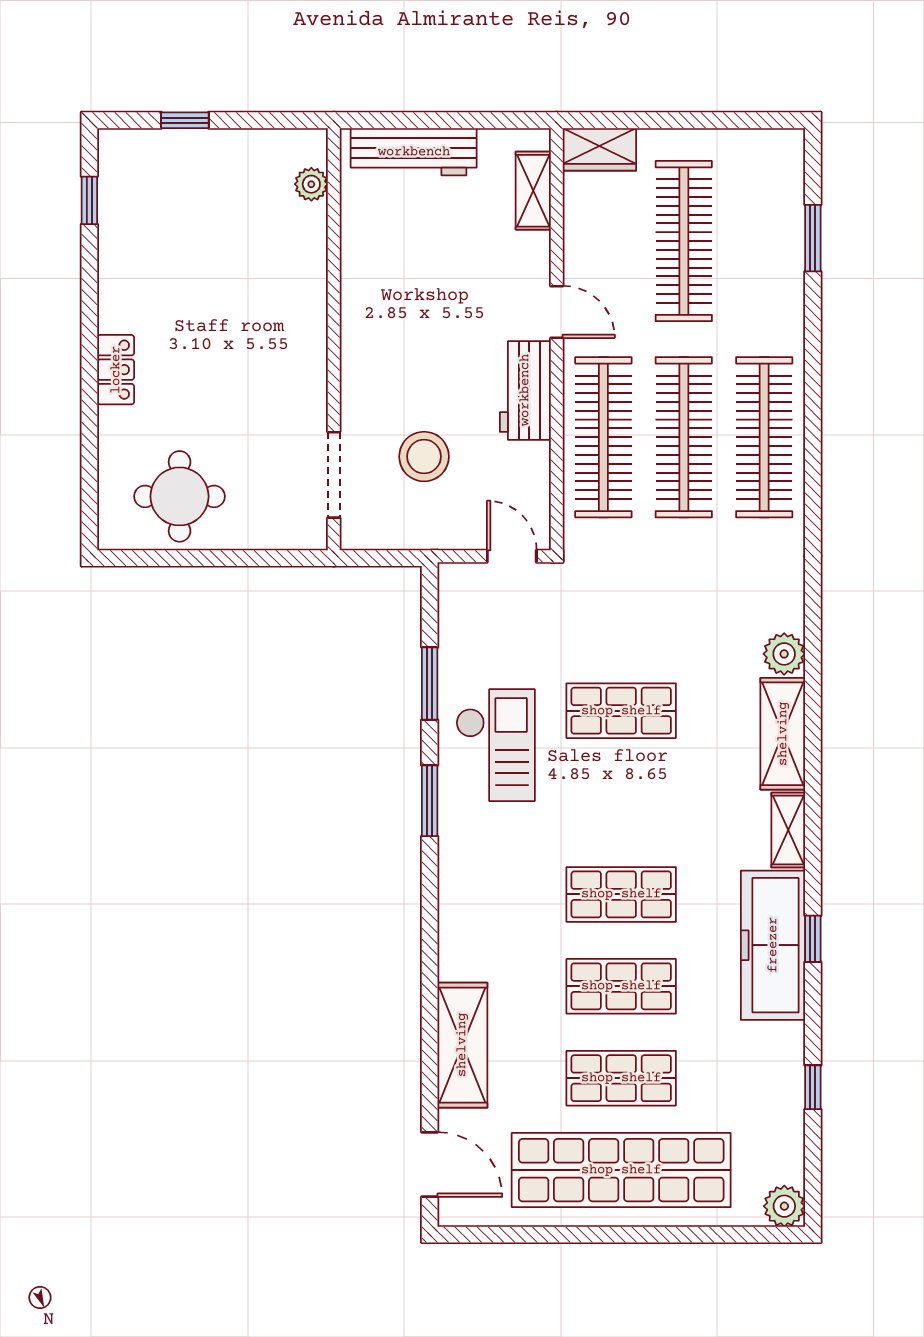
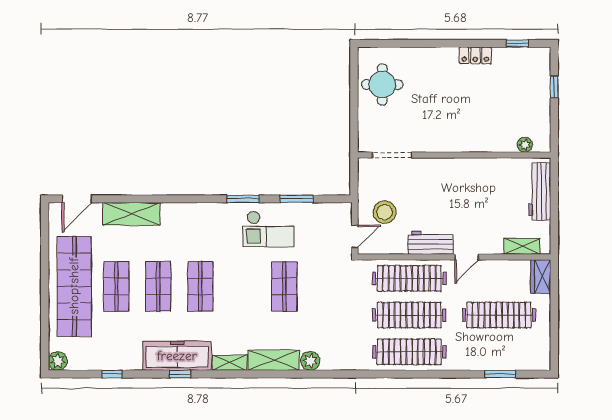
locker: (116, 370) -> (475, 55), moved
stool: (424, 457) -> (385, 212), moved

